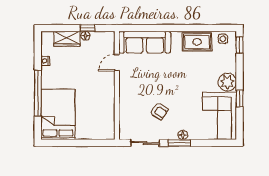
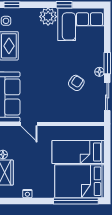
window: (38, 93) -> (76, 201), moved
bed: (88, 113) -> (78, 152), added
floor lamp: (183, 135) -> (99, 72), moved

